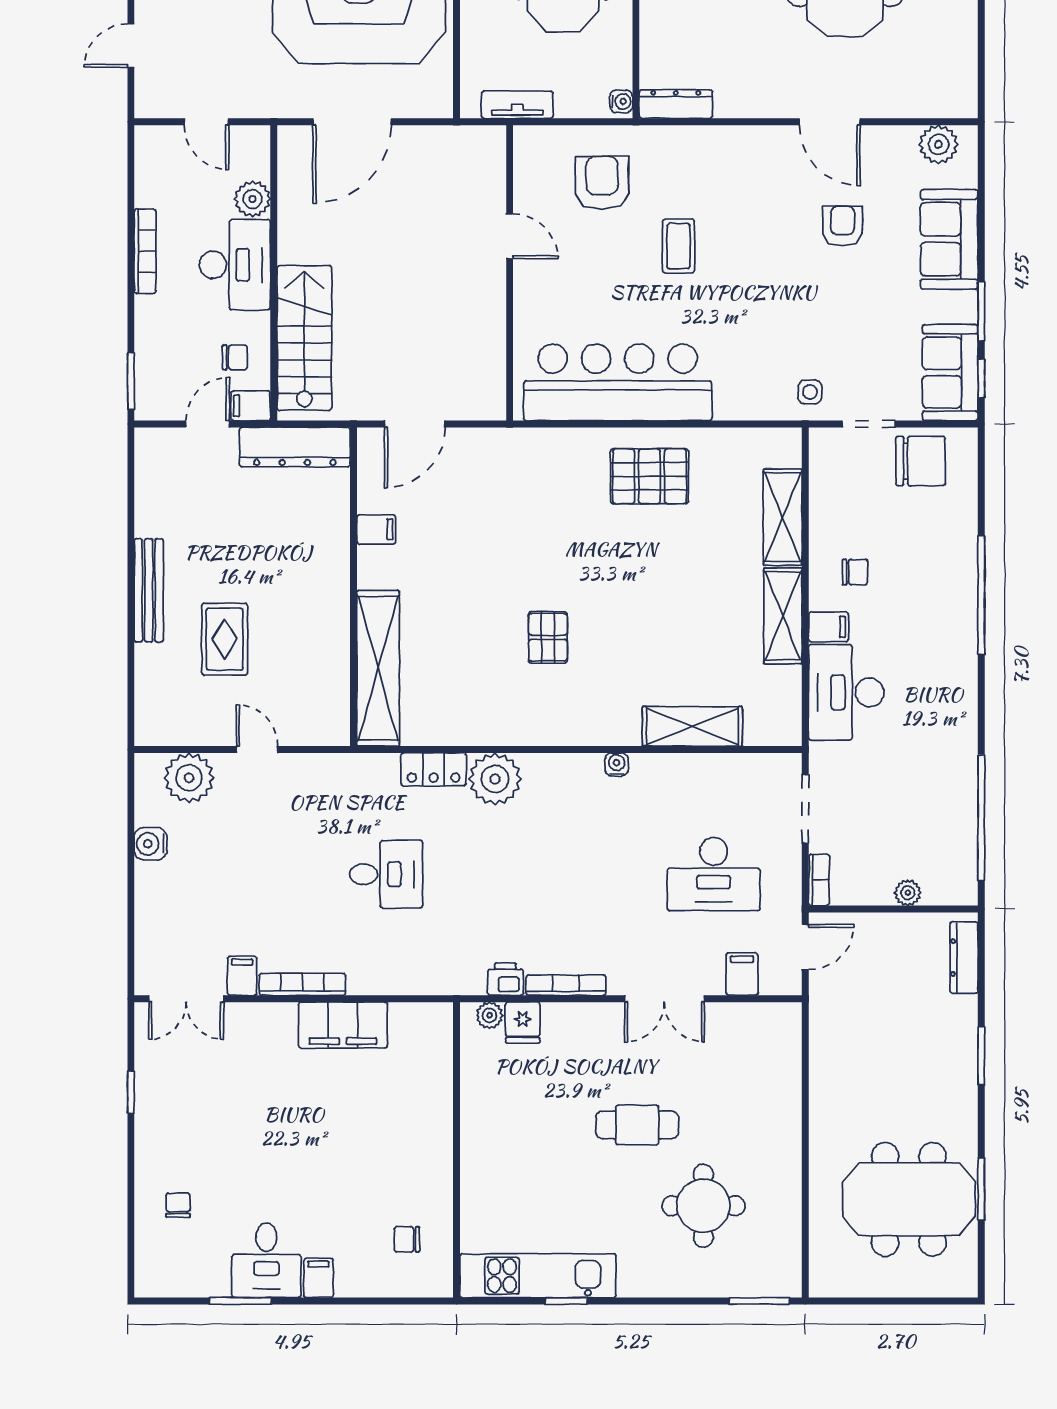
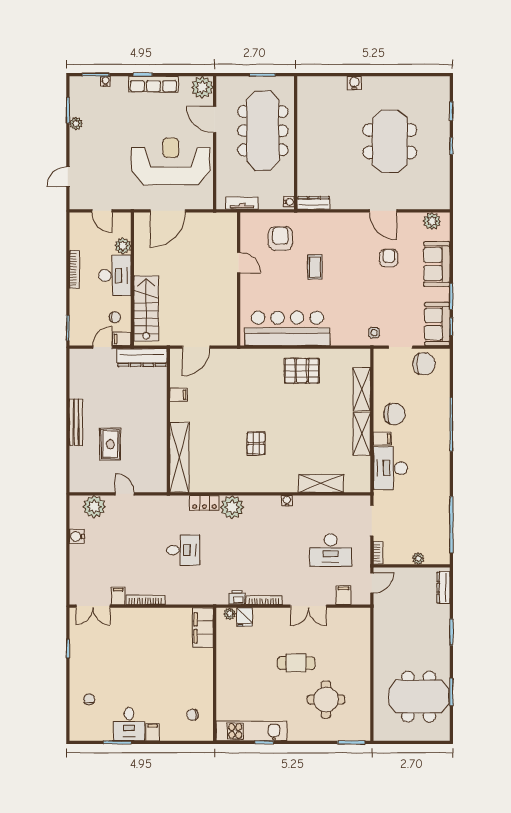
chair: (855, 572) -> (394, 414), width x1.87, depth x1.87
filing cabinet: (343, 1025) -> (203, 628), moved, turned 90

